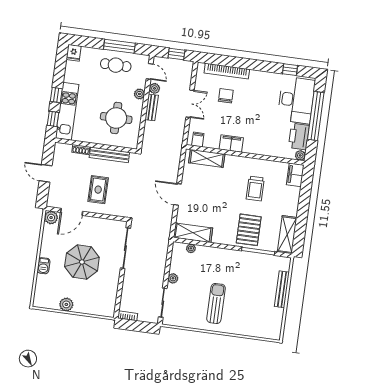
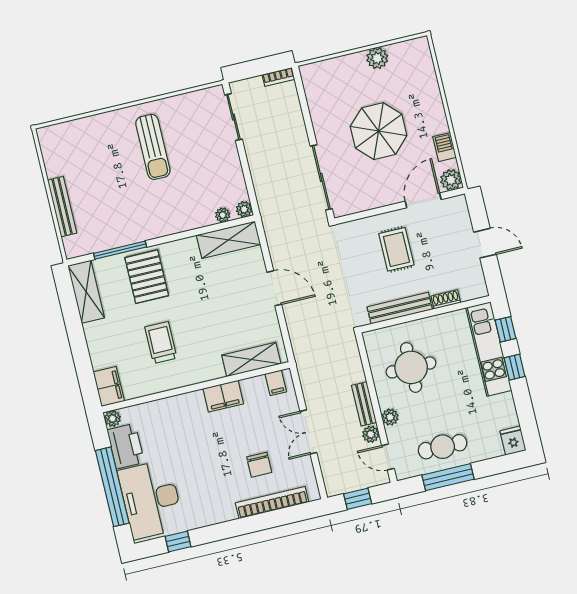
barbecue: (44, 266) -> (445, 147), moved
plant: (173, 278) -> (244, 209), moved

